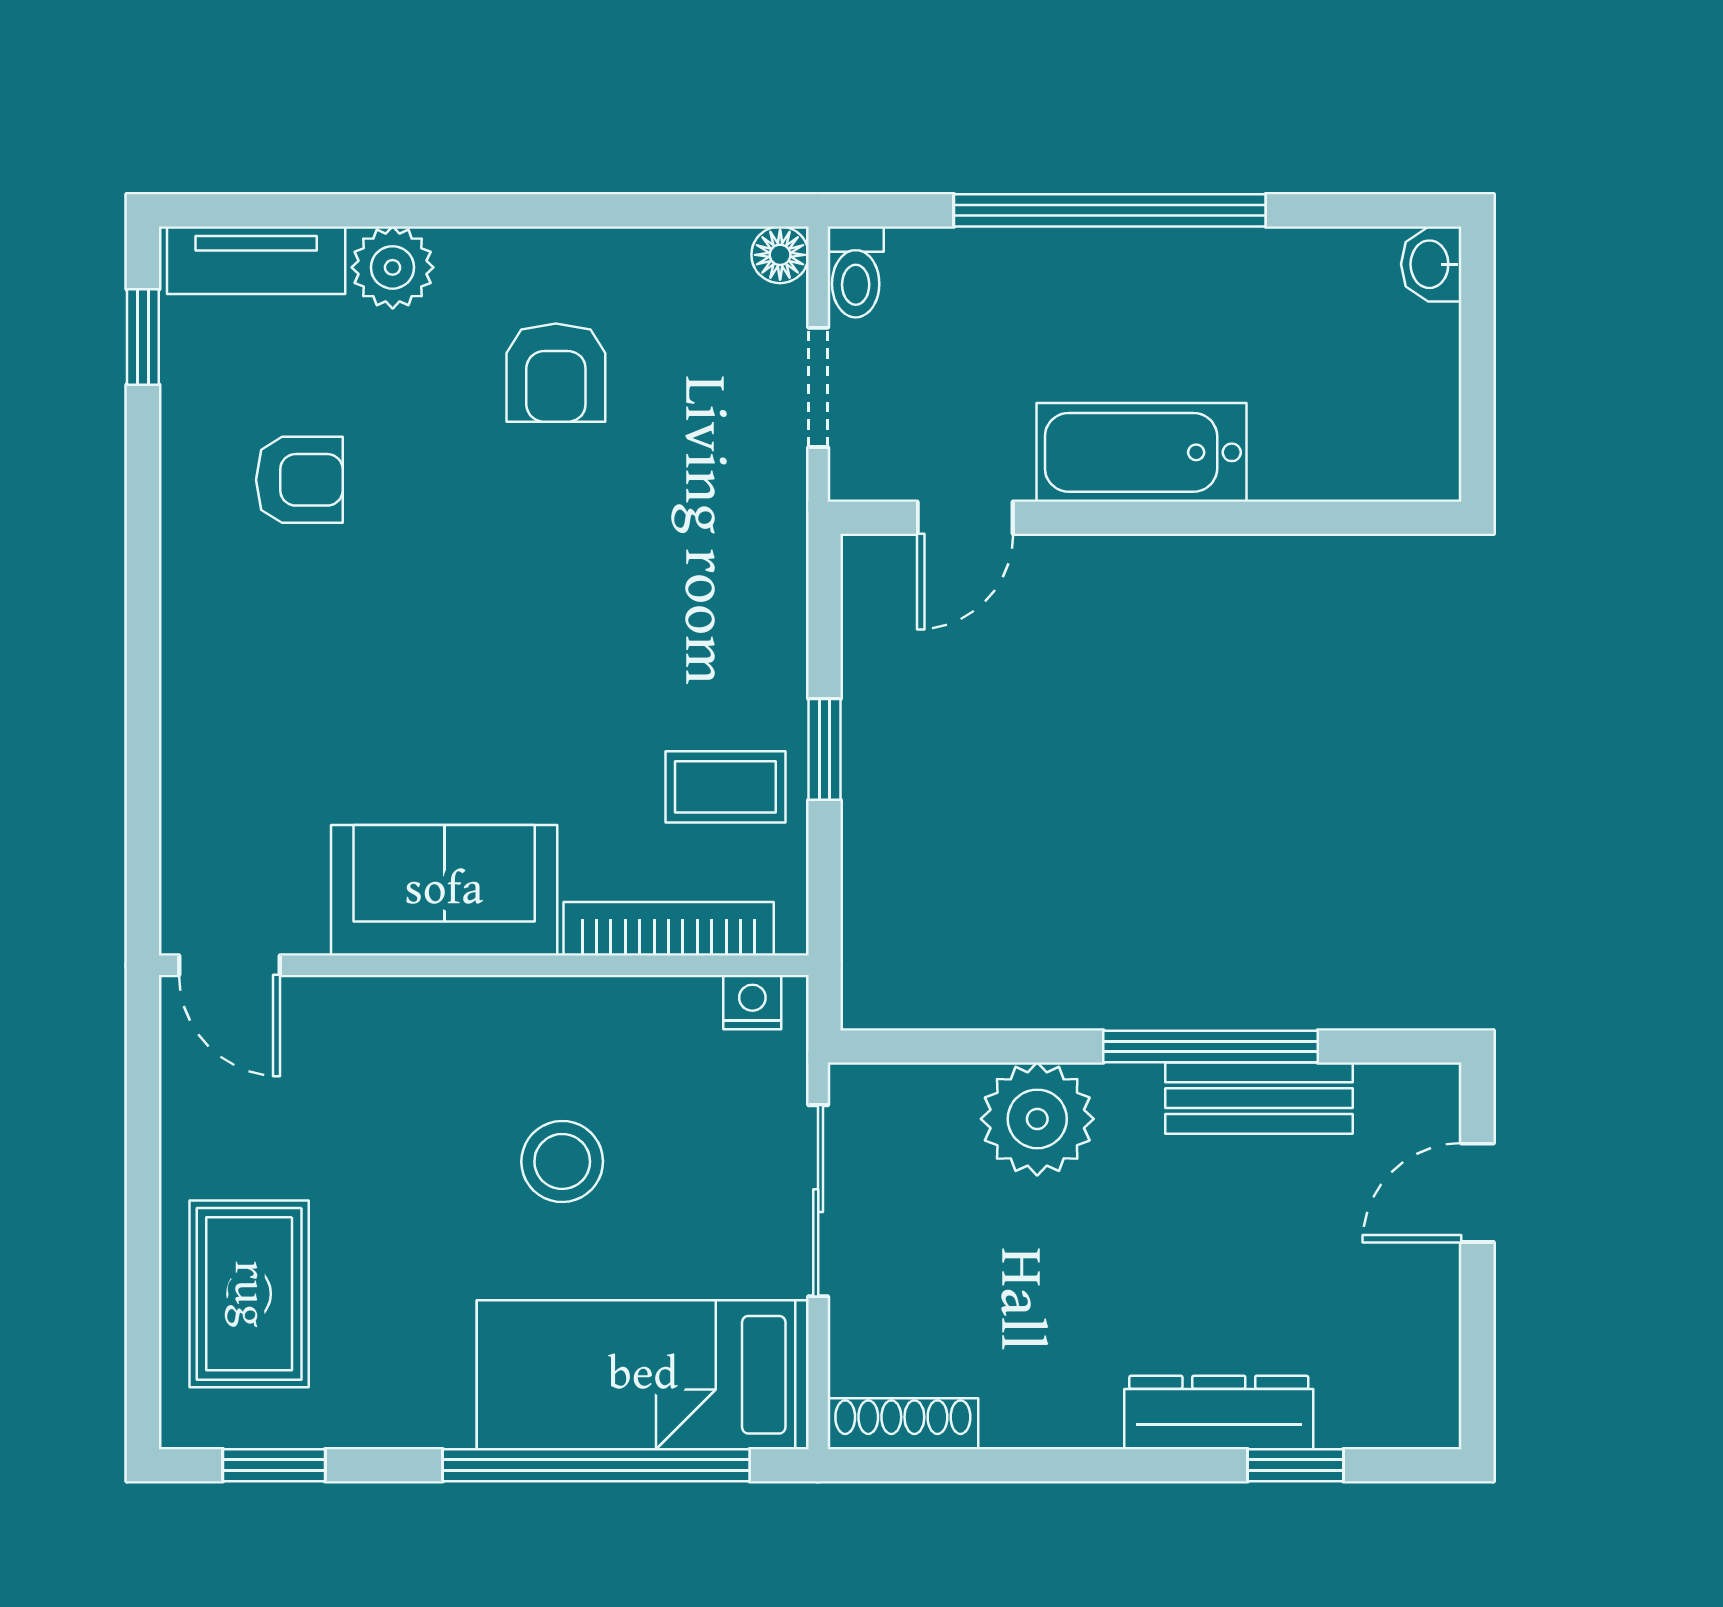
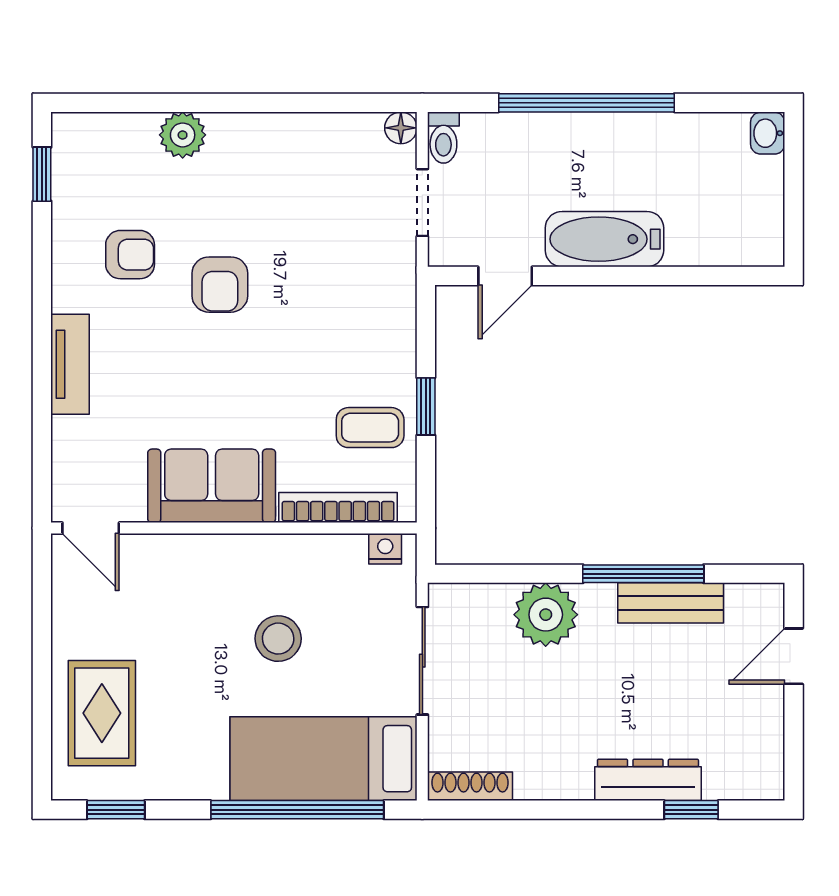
tv unit: (256, 260) -> (70, 364), moved, turned -90
armchair: (556, 373) -> (220, 285), moved

